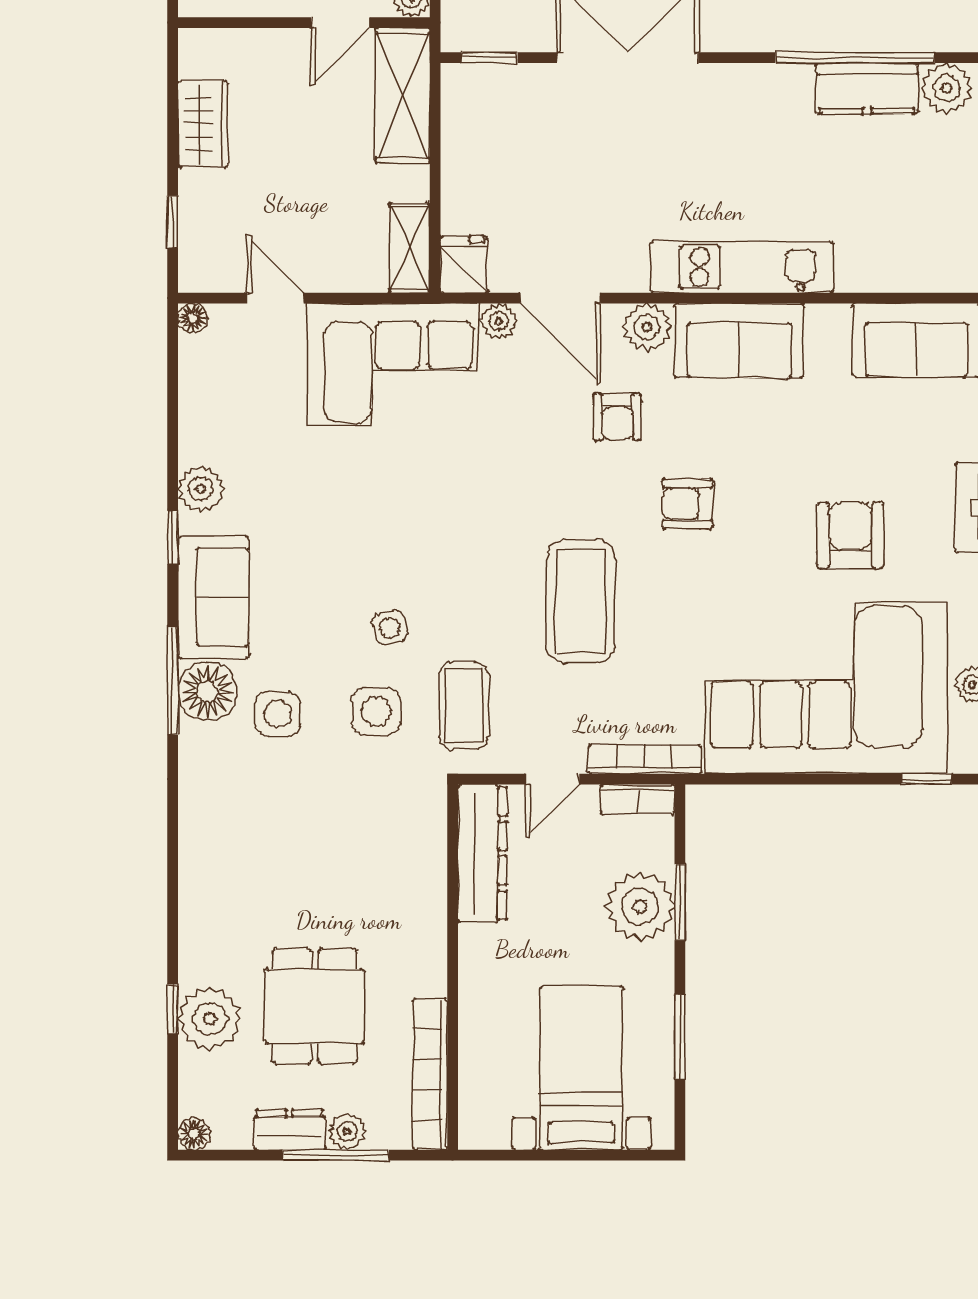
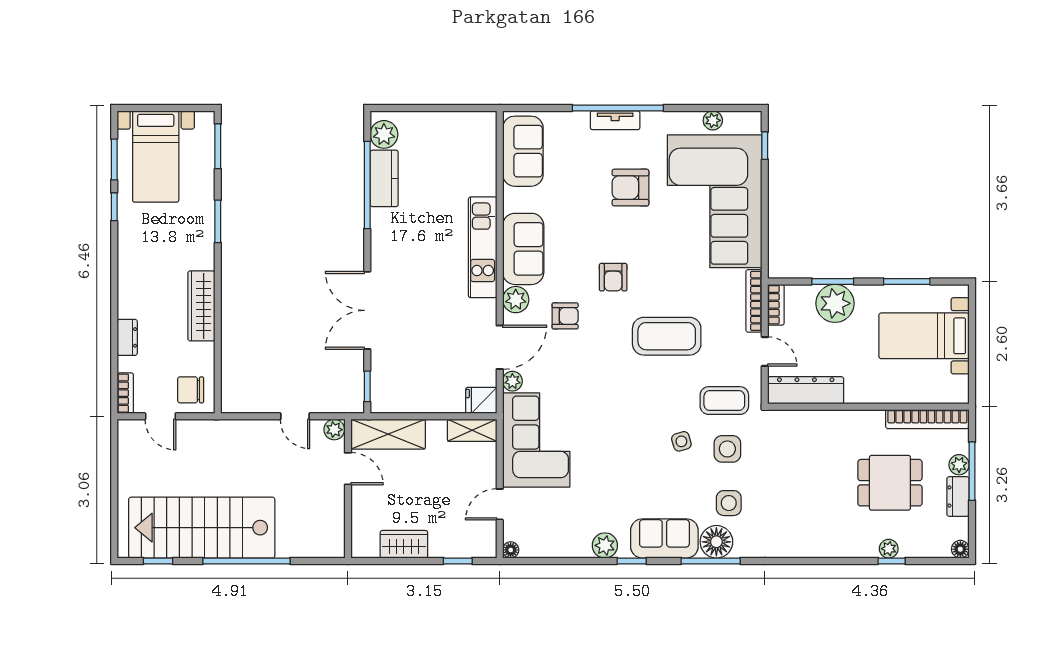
plant: (210, 1019) -> (889, 549), width x0.53, depth x0.53

